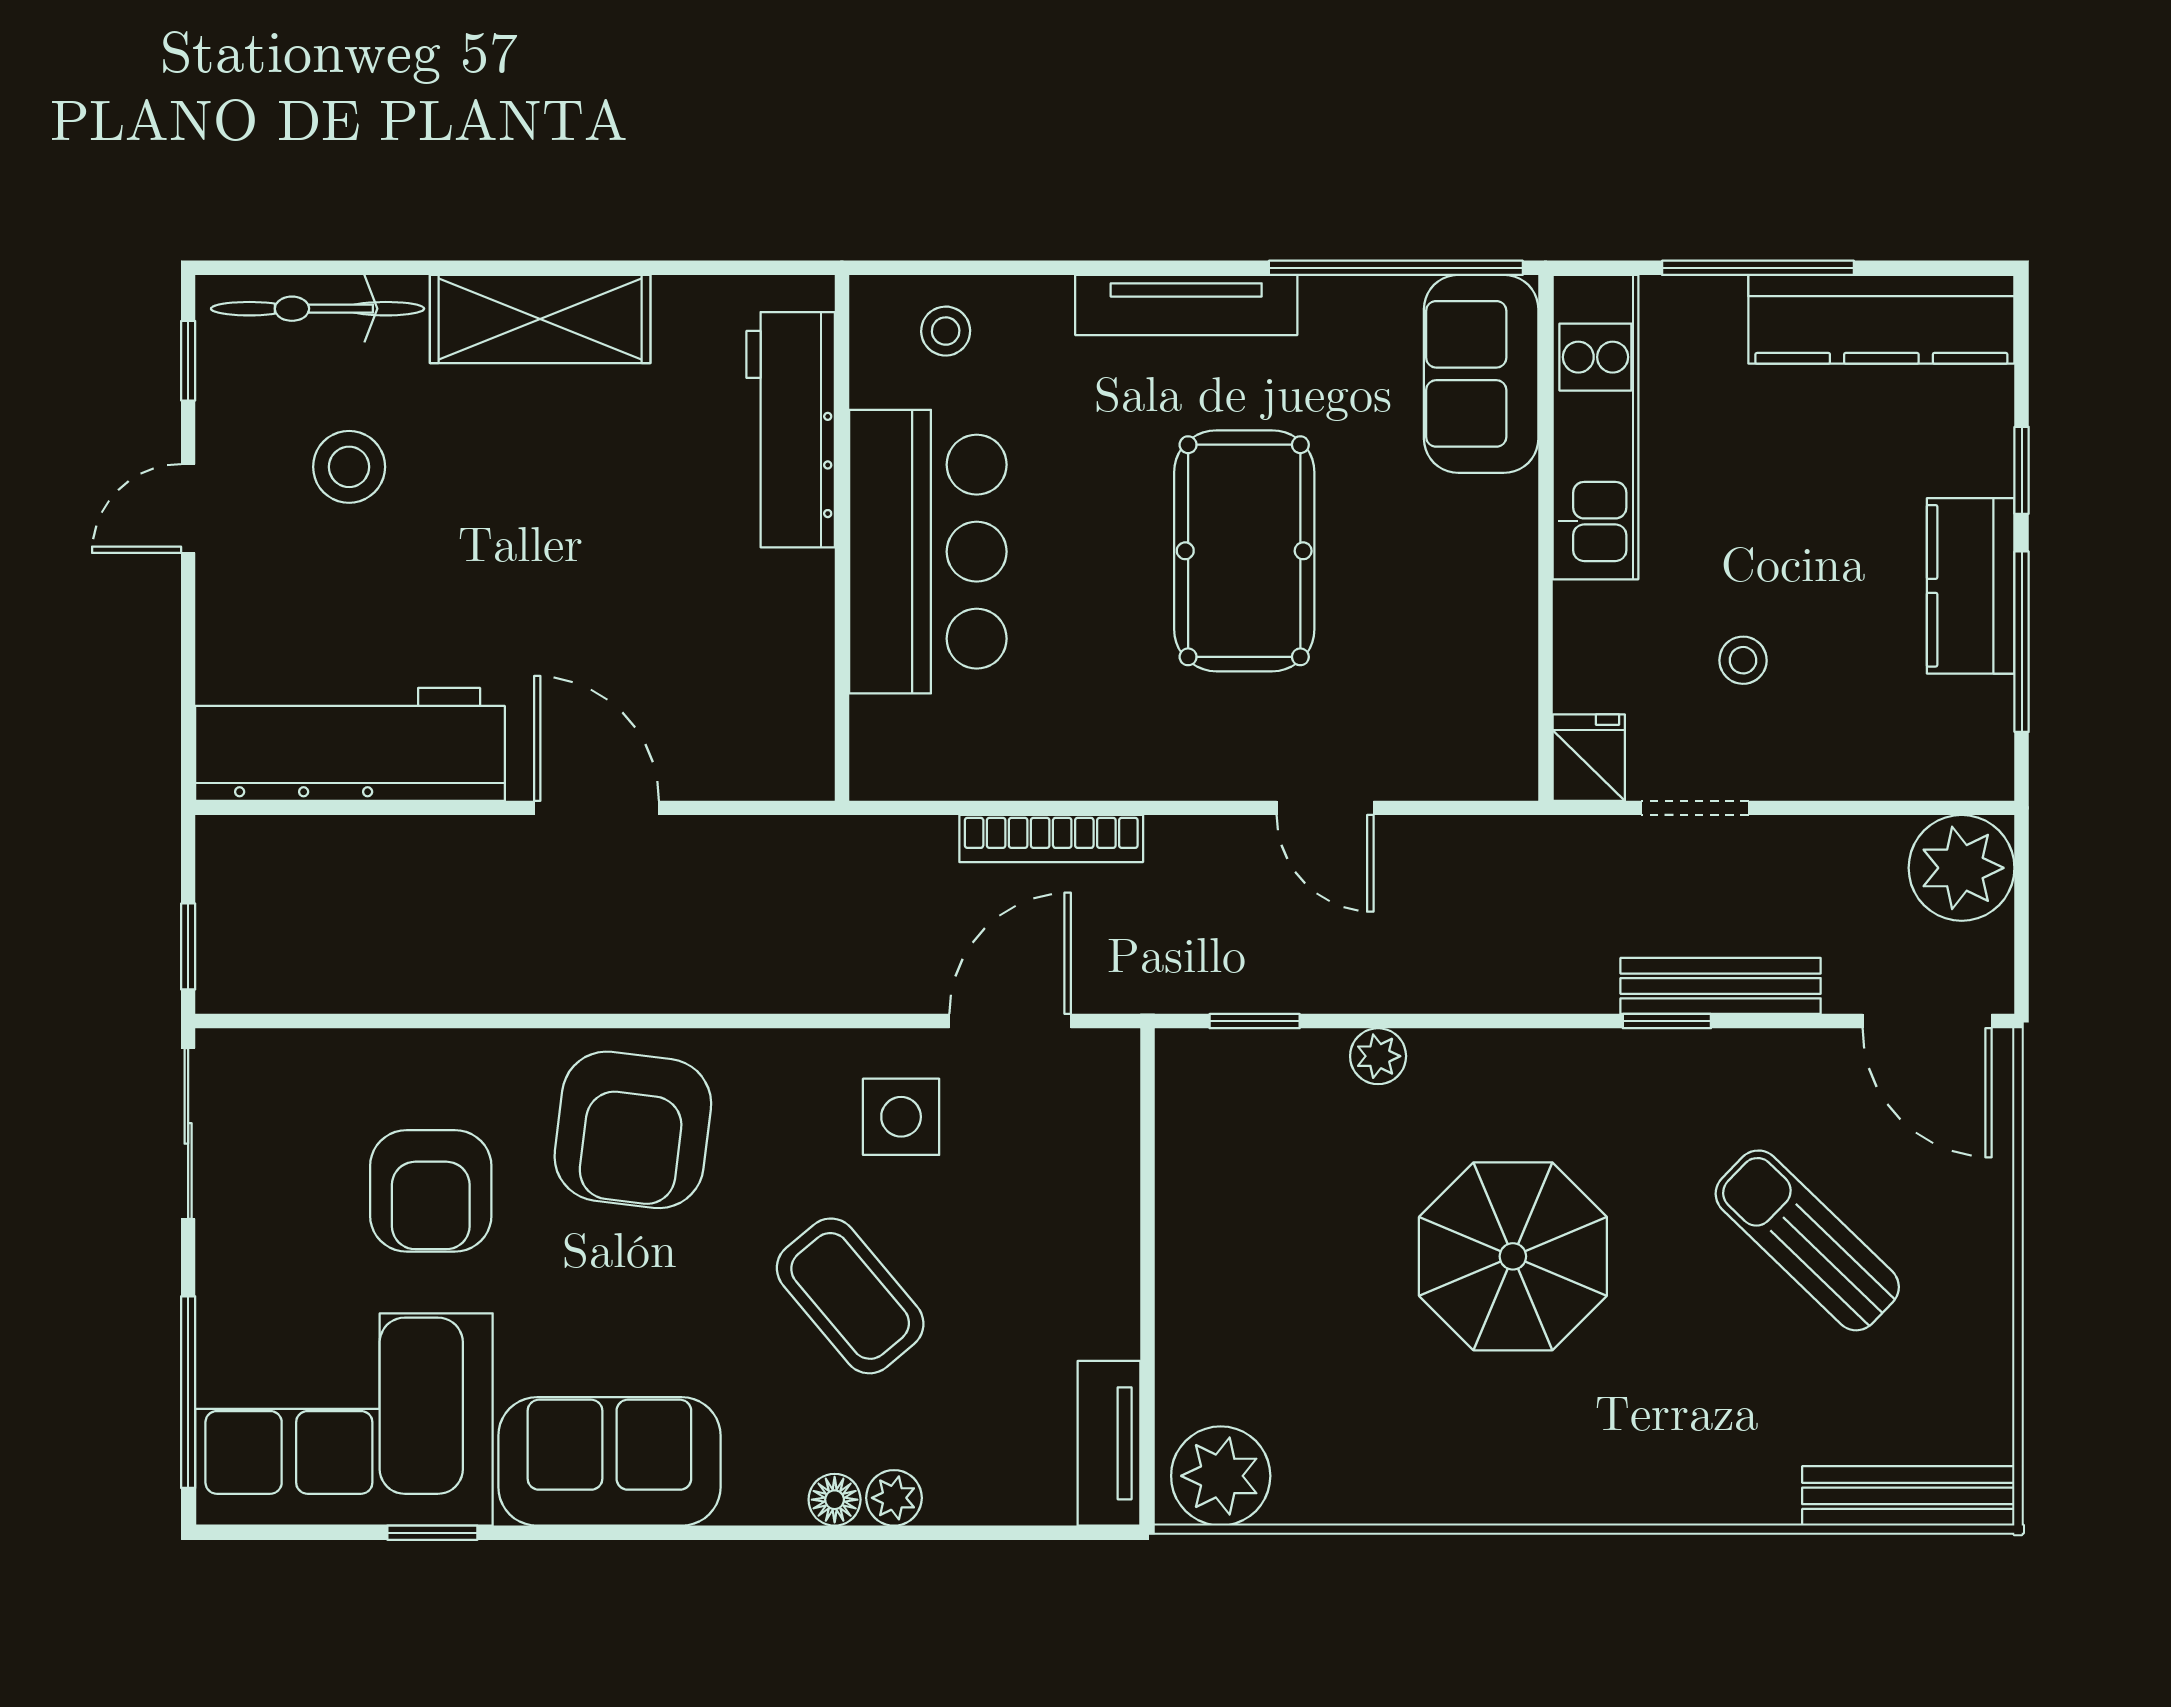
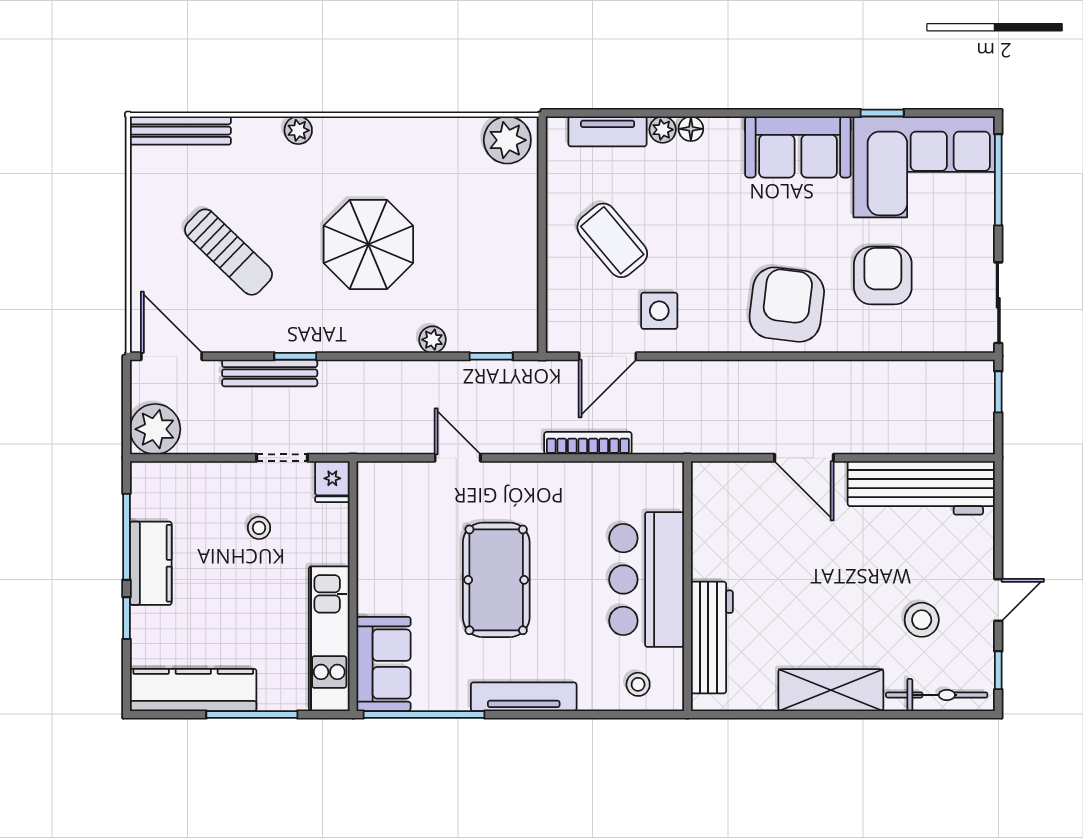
coffee table: (850, 1296) -> (612, 240), moved
tv unit: (1109, 1443) -> (608, 131), moved, turned 90
plant: (1661, 1497) -> (298, 130), added

